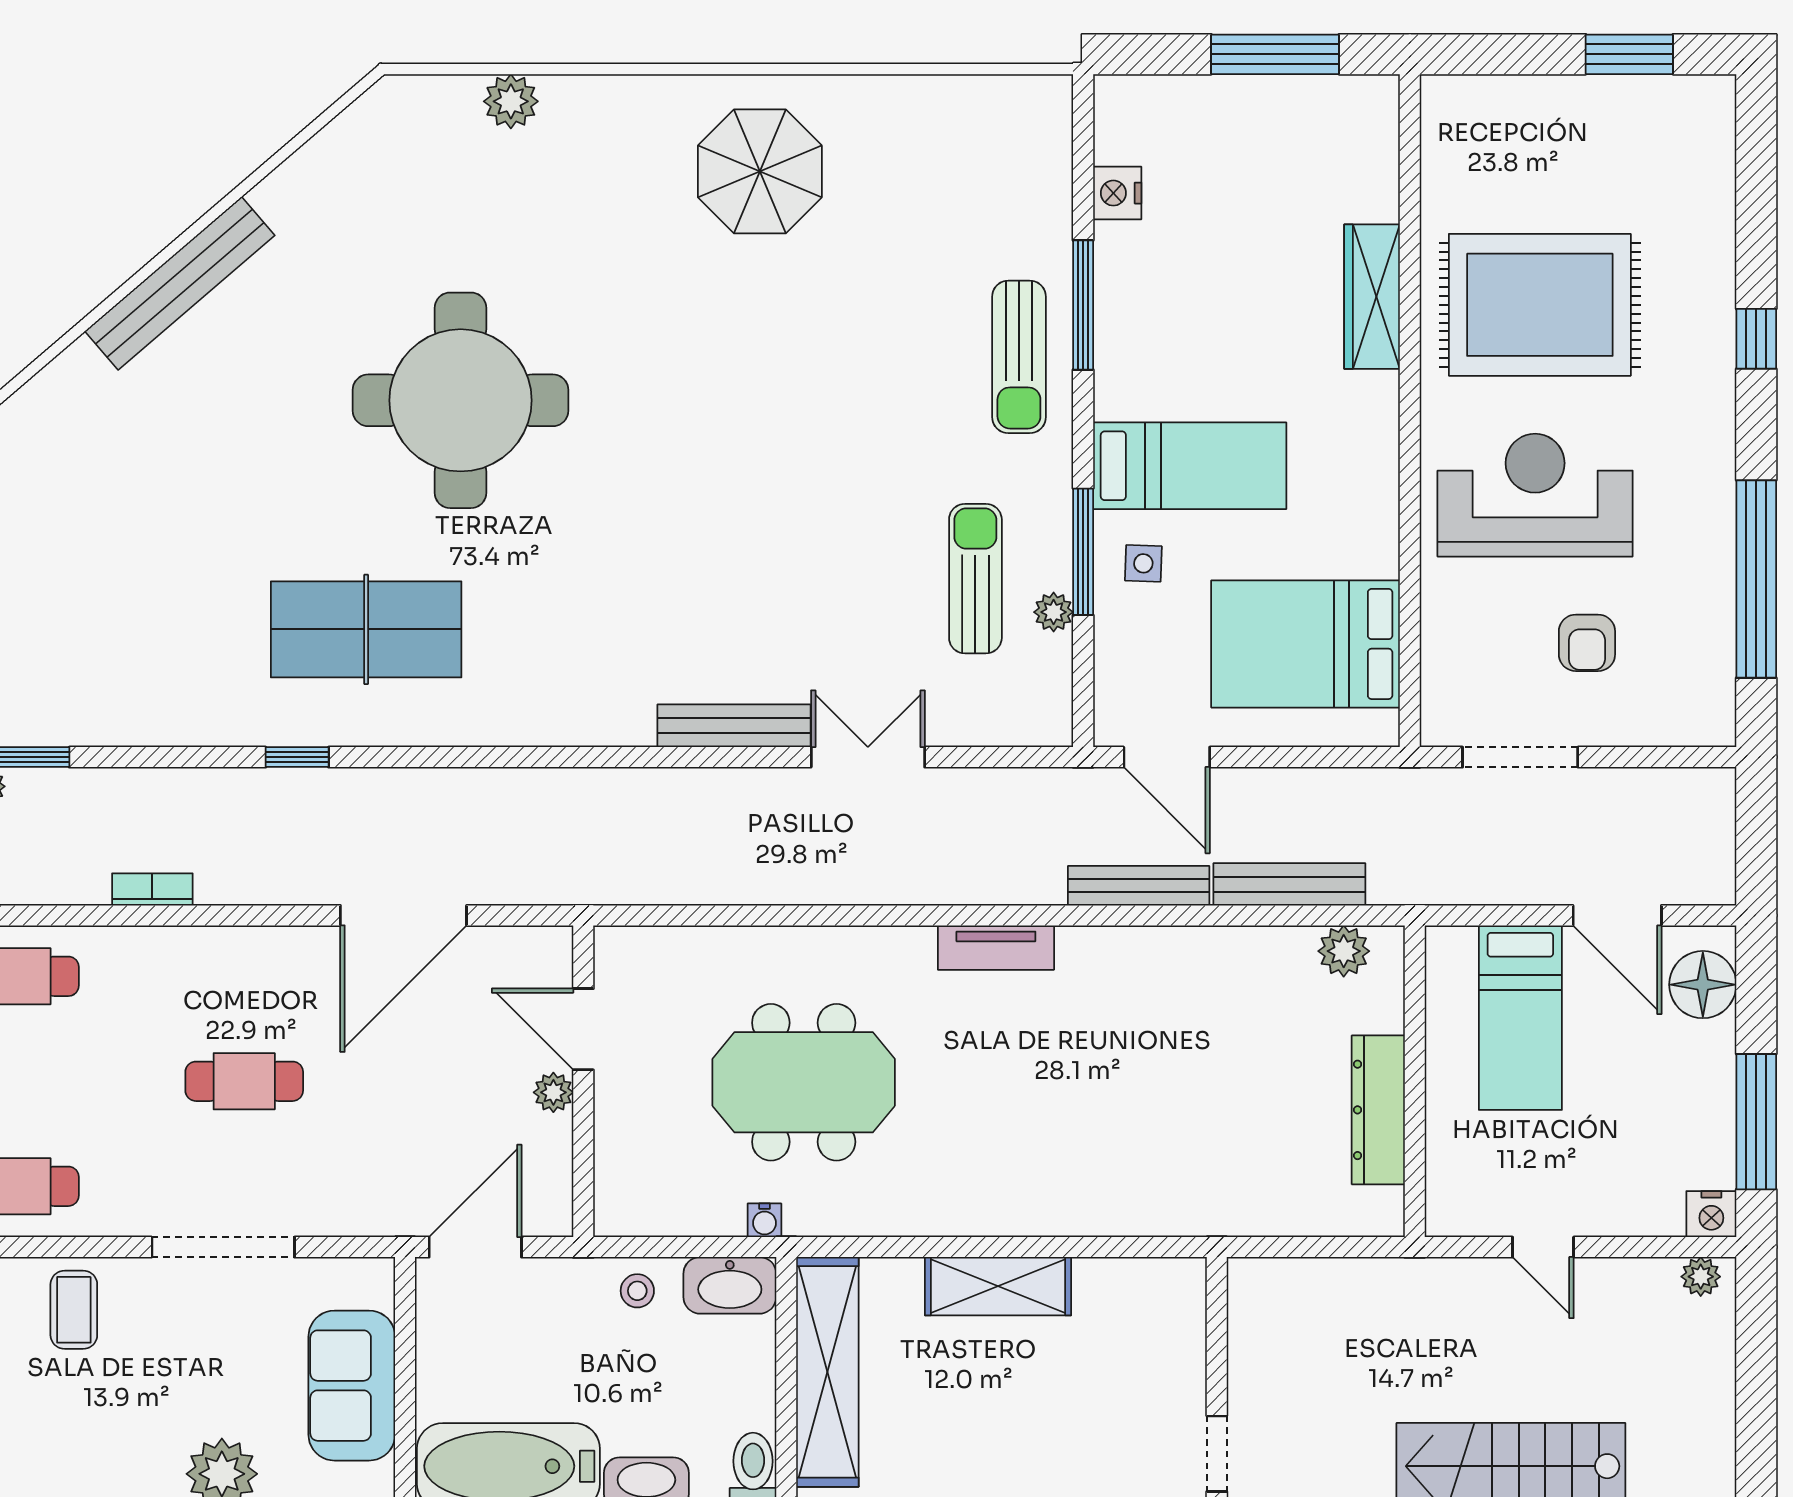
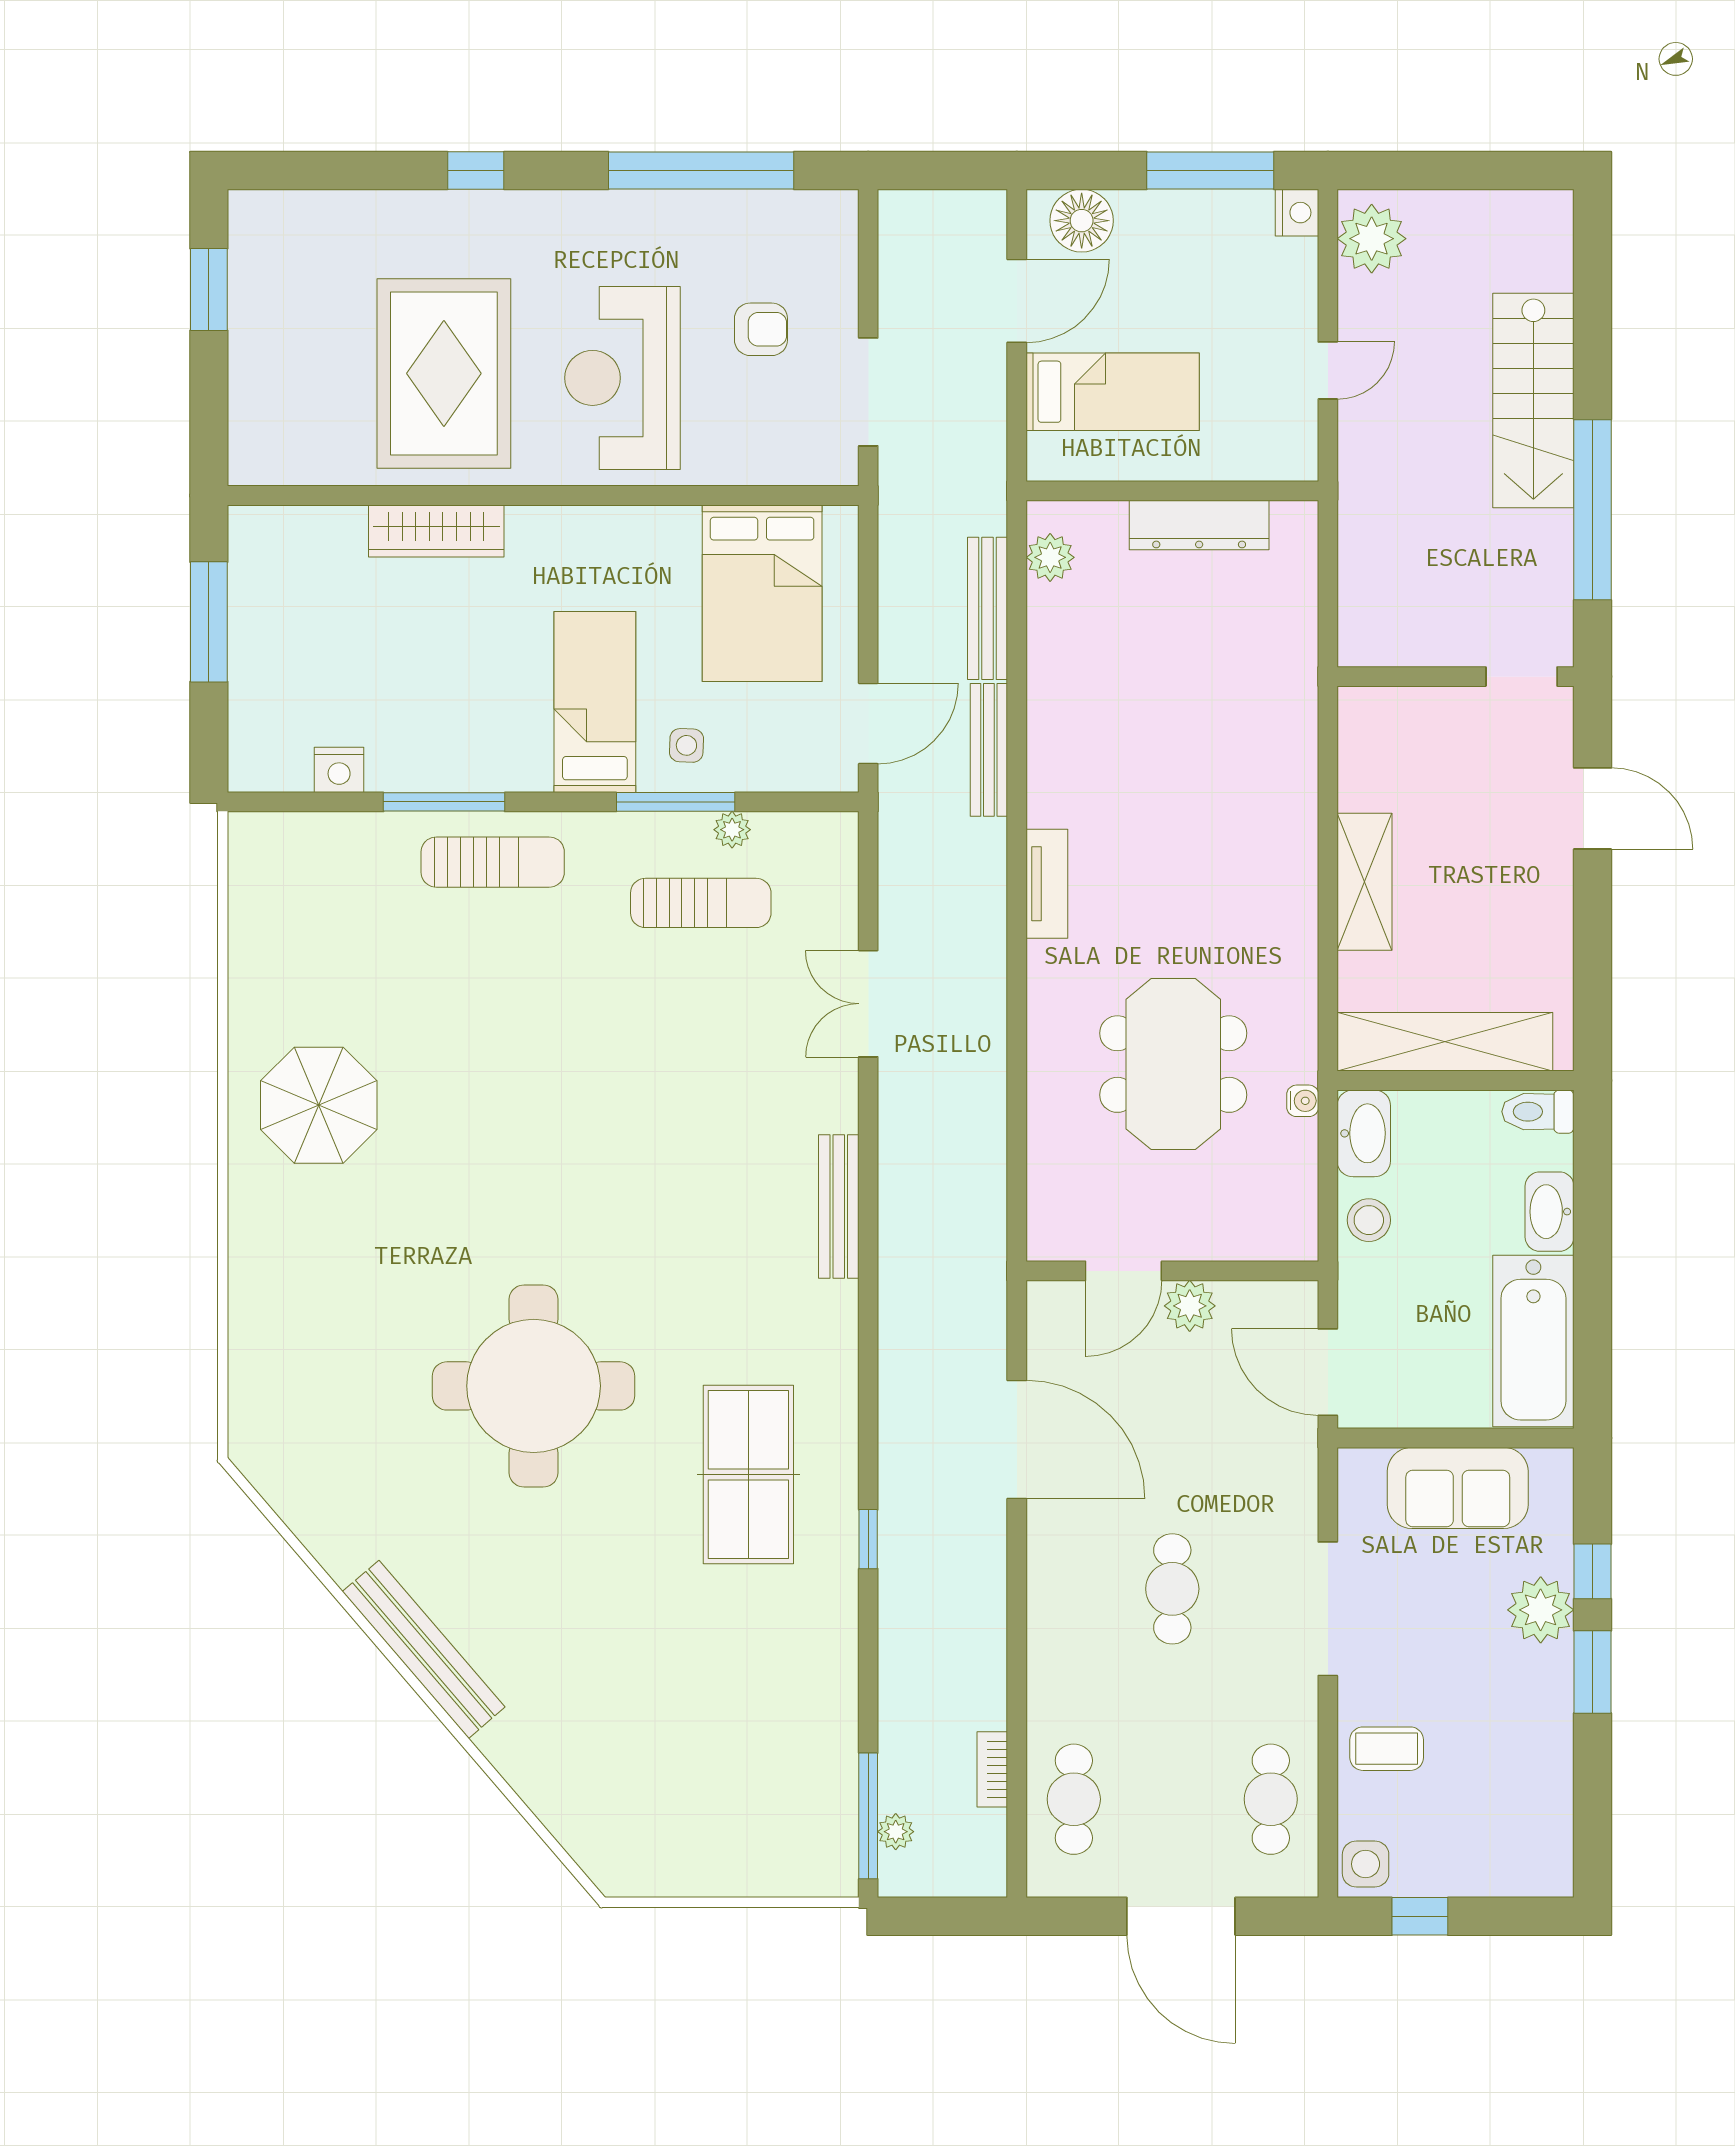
plant: (511, 101) -> (253, 1339), removed
sun lounger: (975, 579) -> (701, 903), turned 180
bench: (734, 726) -> (839, 1206), moved
bookcase: (152, 889) -> (992, 1769), moved
plant: (553, 1092) -> (1190, 1306), width x1.38, depth x1.38
plant: (1701, 1277) -> (1372, 239), width x1.88, depth x1.88
stool: (637, 1291) -> (1369, 1220), width x1.37, depth x1.37

